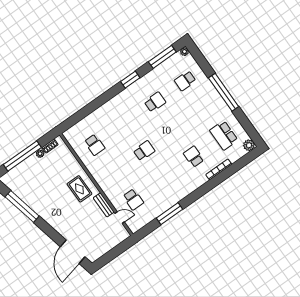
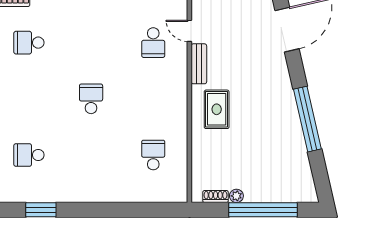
school desk: (144, 151) -> (91, 99), turned 90
school desk: (194, 157) -> (29, 43), turned 90
school desk: (133, 199) -> (153, 43), turned 180
window: (22, 207) -> (307, 119), moved

